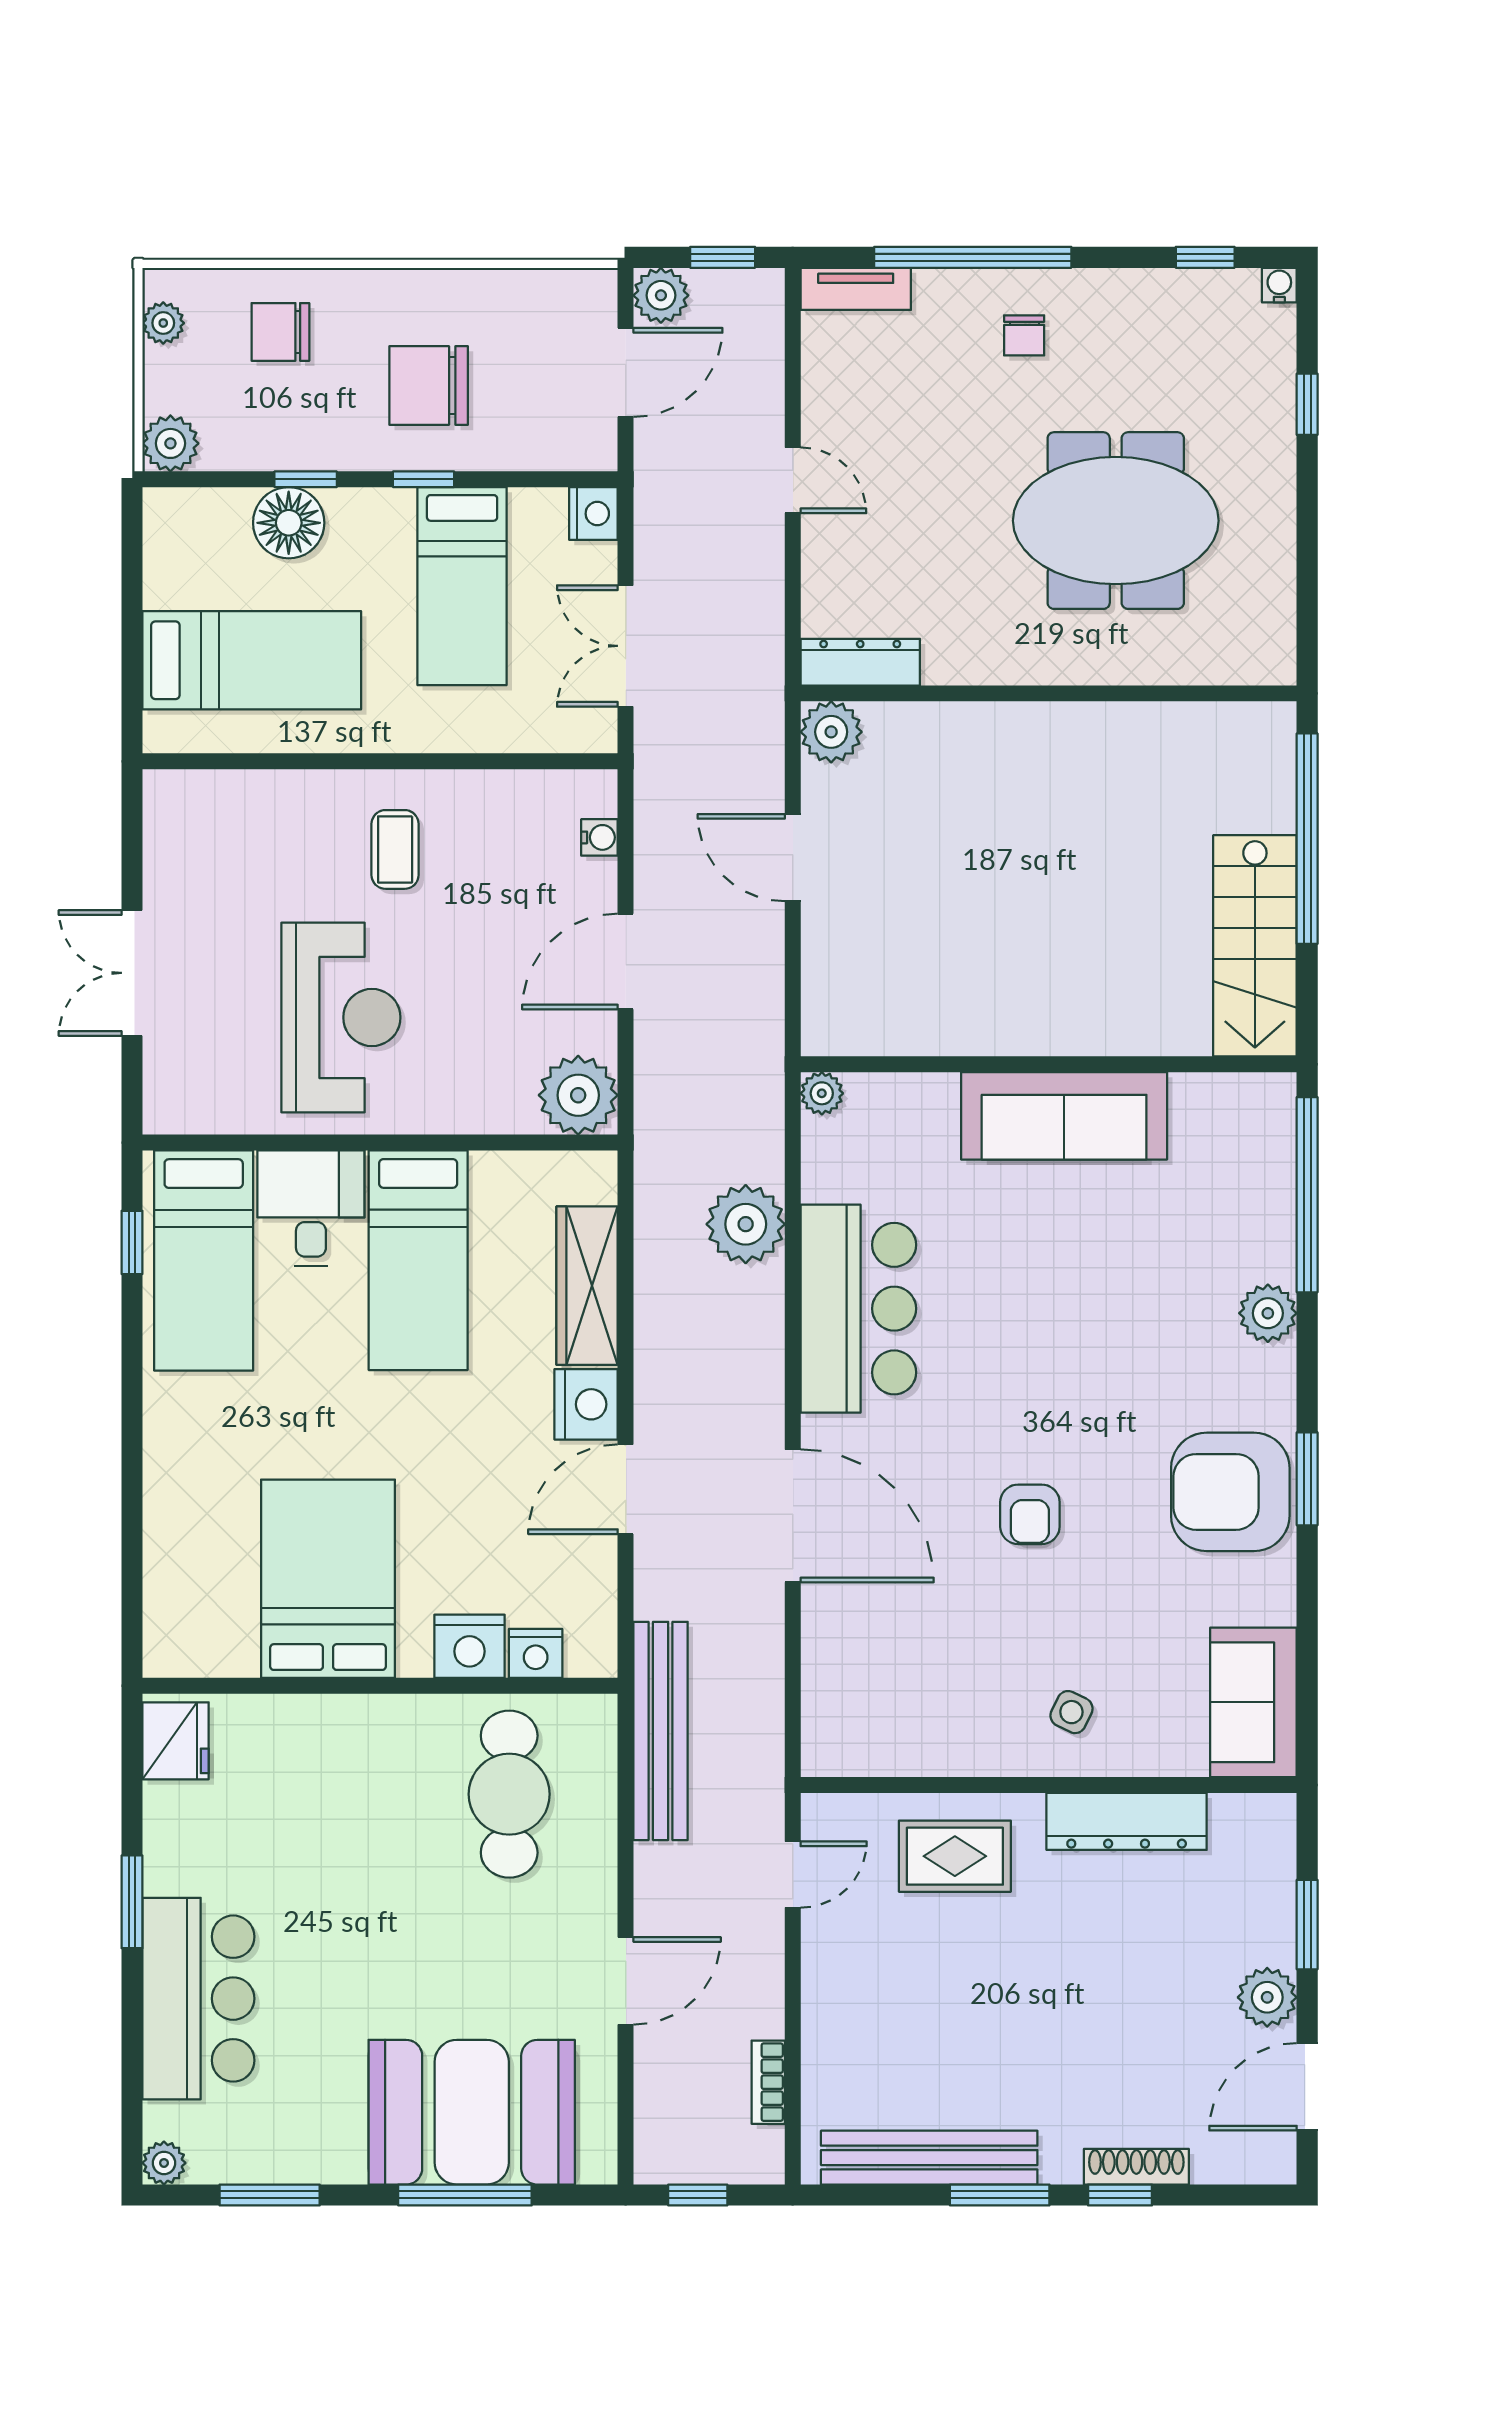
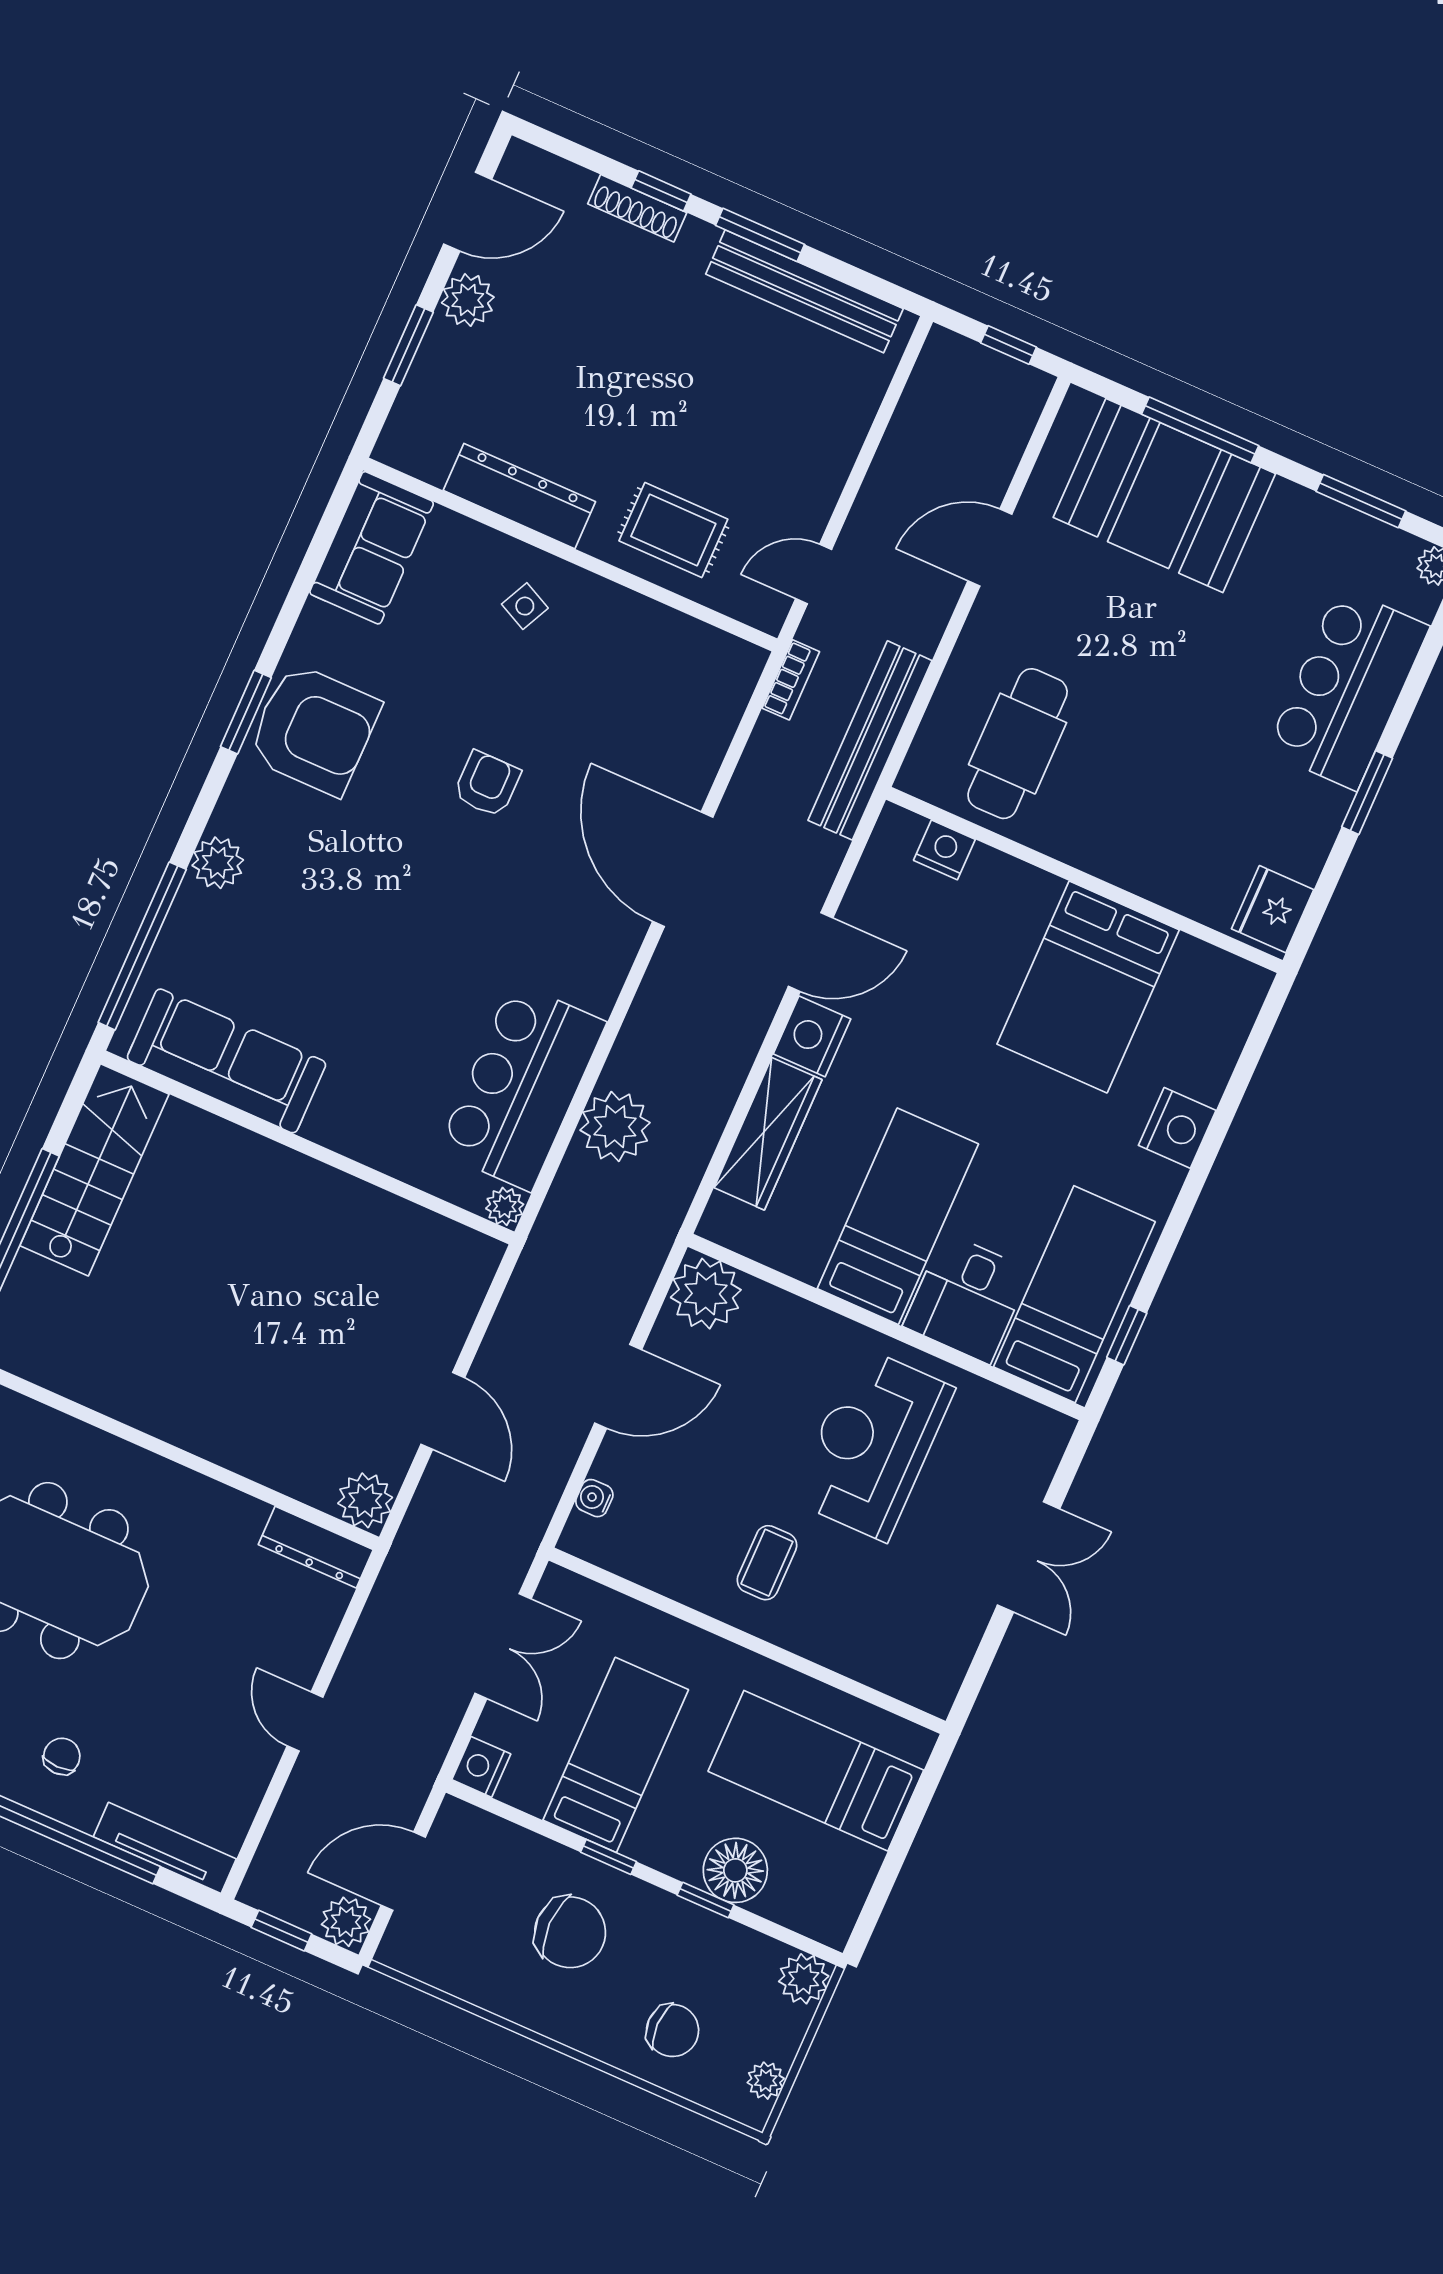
tv unit: (856, 289) -> (165, 1848), width x1.41
sofa: (1064, 1116) -> (226, 1061), moved
bar counter: (858, 1309) -> (522, 1087), moved
nightstand: (470, 1646) -> (1177, 1128), moved, turned 90
bookcase: (768, 2082) -> (791, 680), moved

